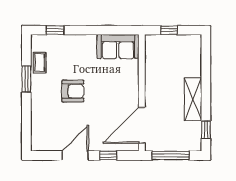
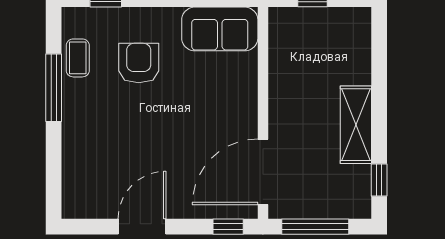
window: (26, 79) -> (54, 88), width x1.44
armchair: (73, 91) -> (139, 63), moved, turned -90
window: (108, 155) -> (228, 227), moved

